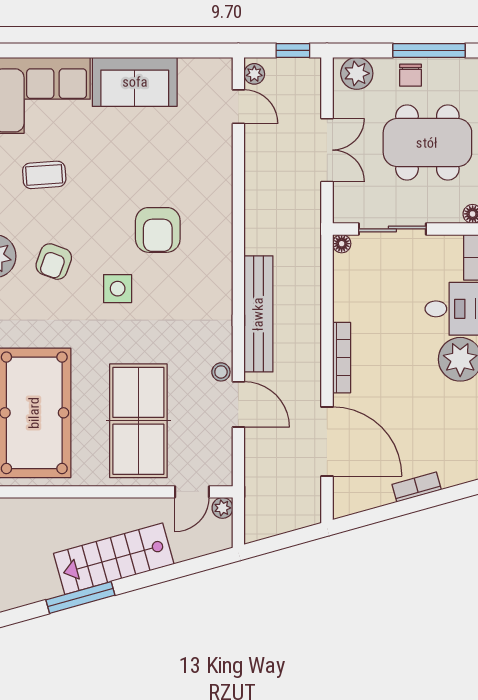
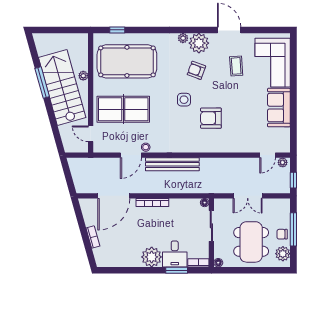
window: (429, 50) -> (293, 229), moved
plant: (357, 73) -> (283, 254), moved
plant: (222, 508) -> (83, 76), moved
stairs: (114, 559) -> (62, 87), width x1.36, depth x1.51

